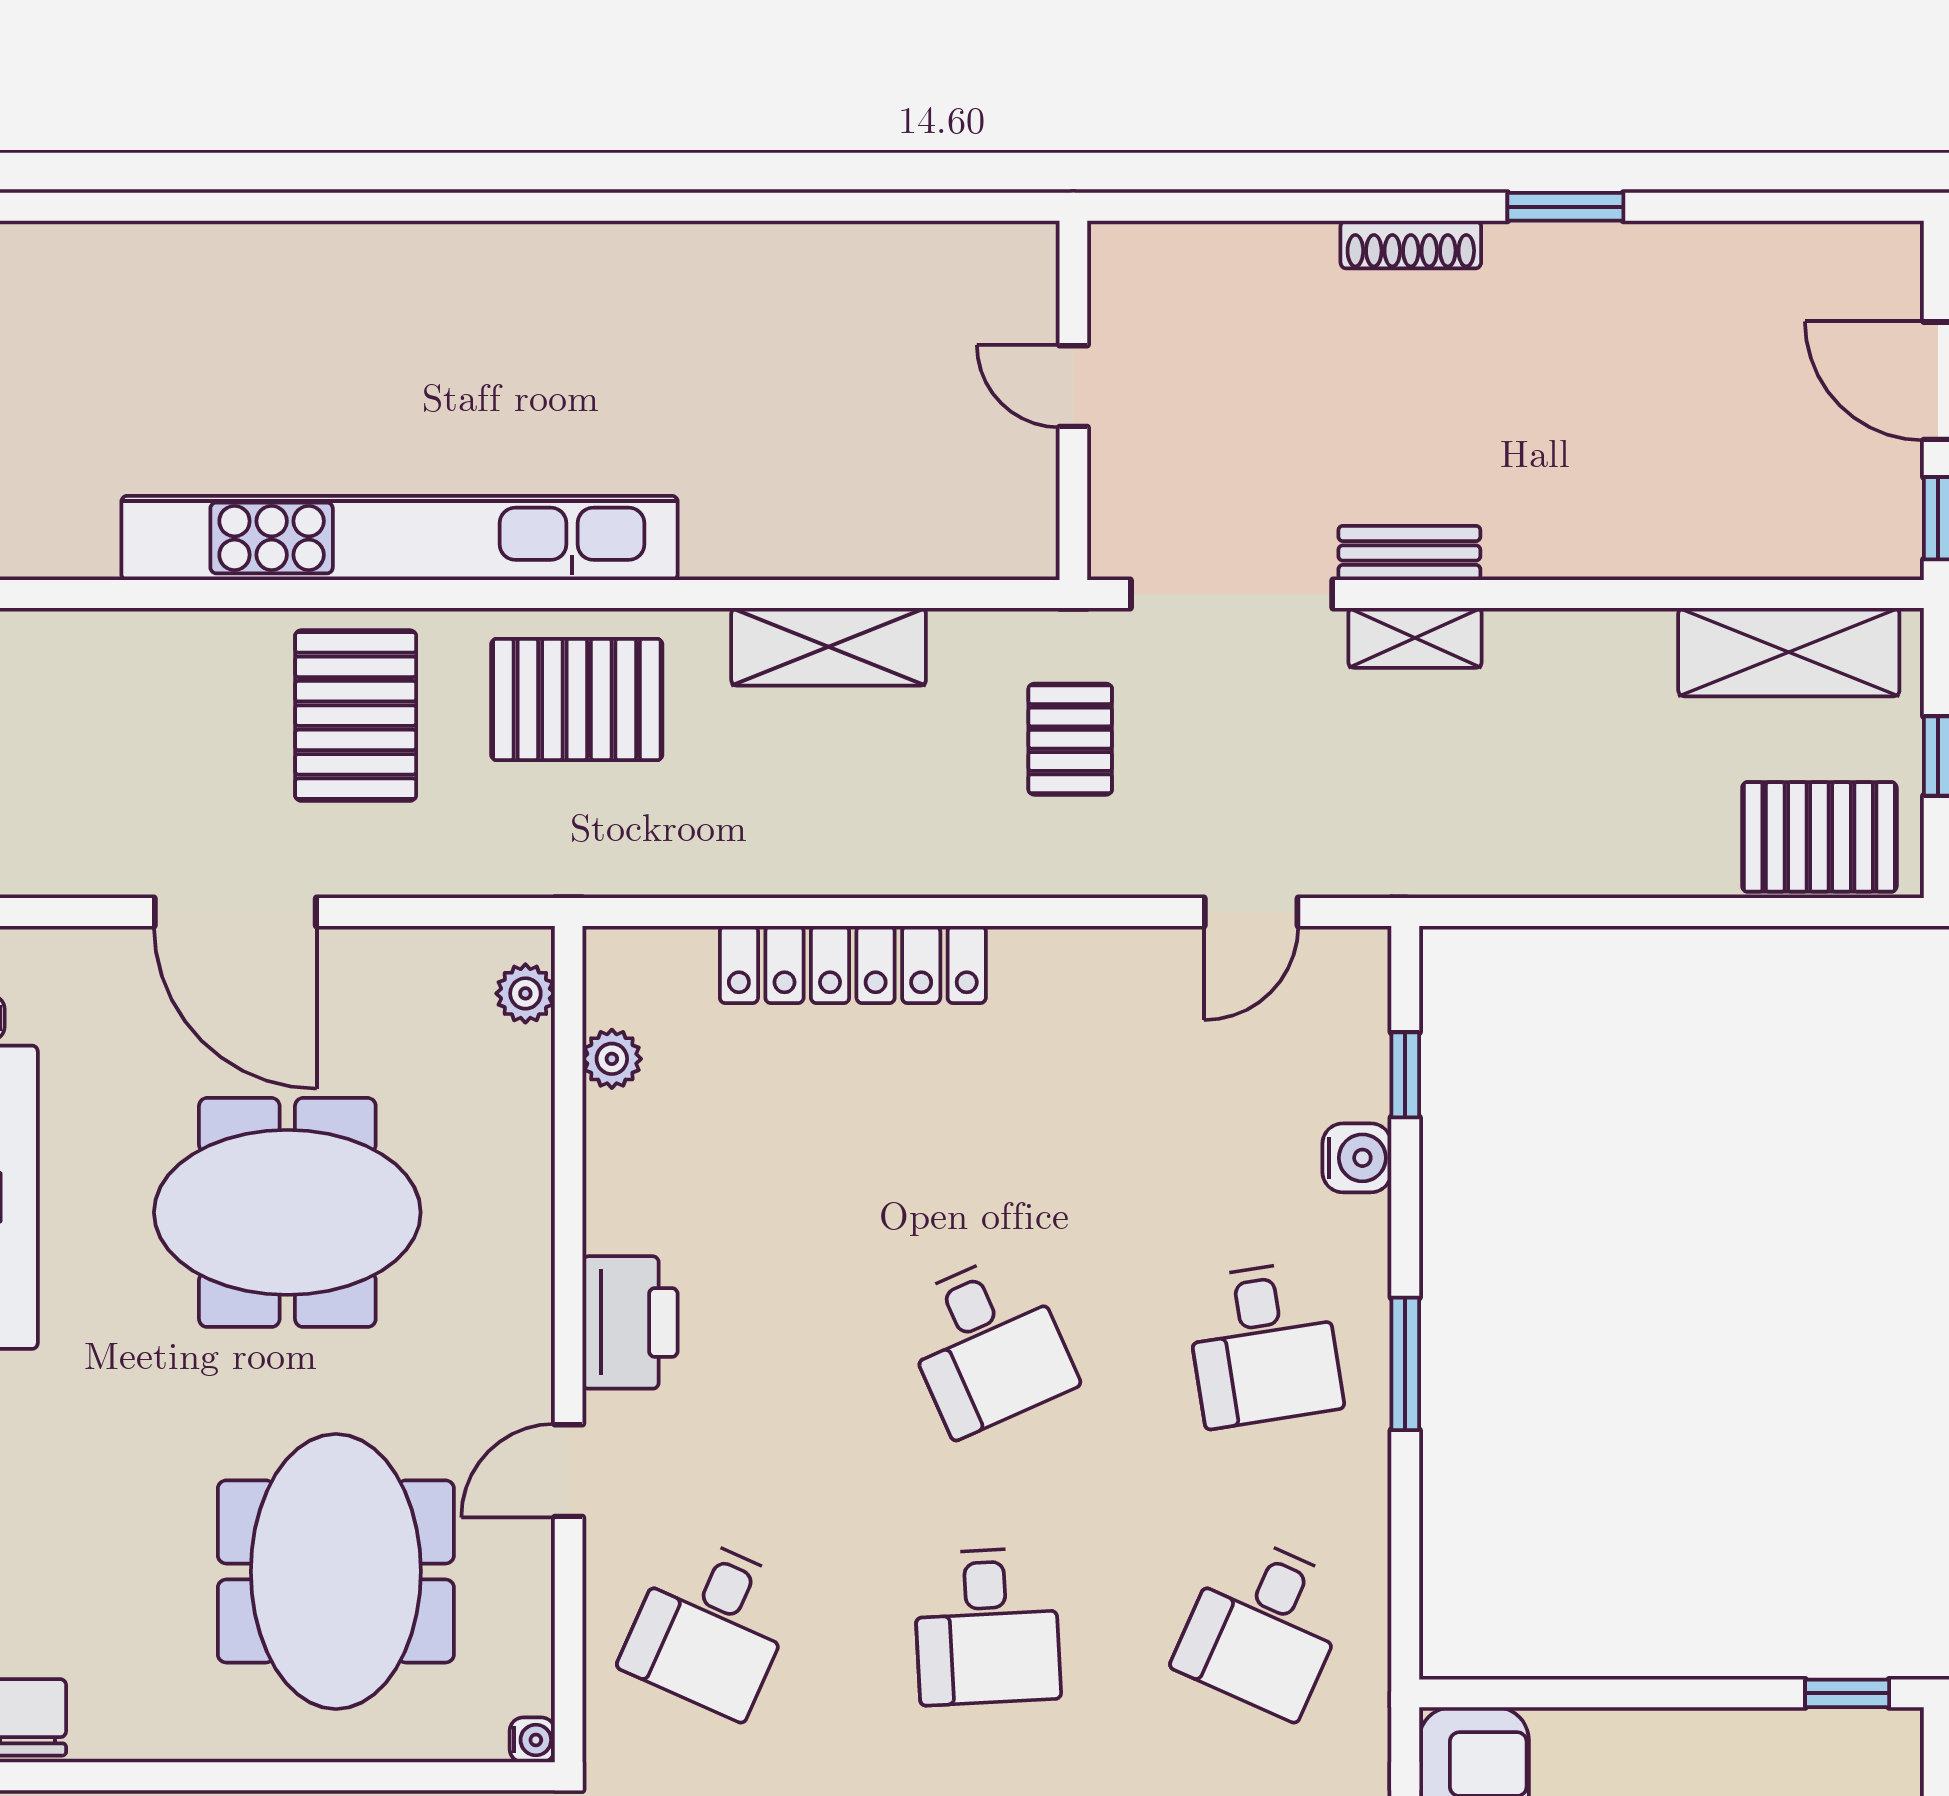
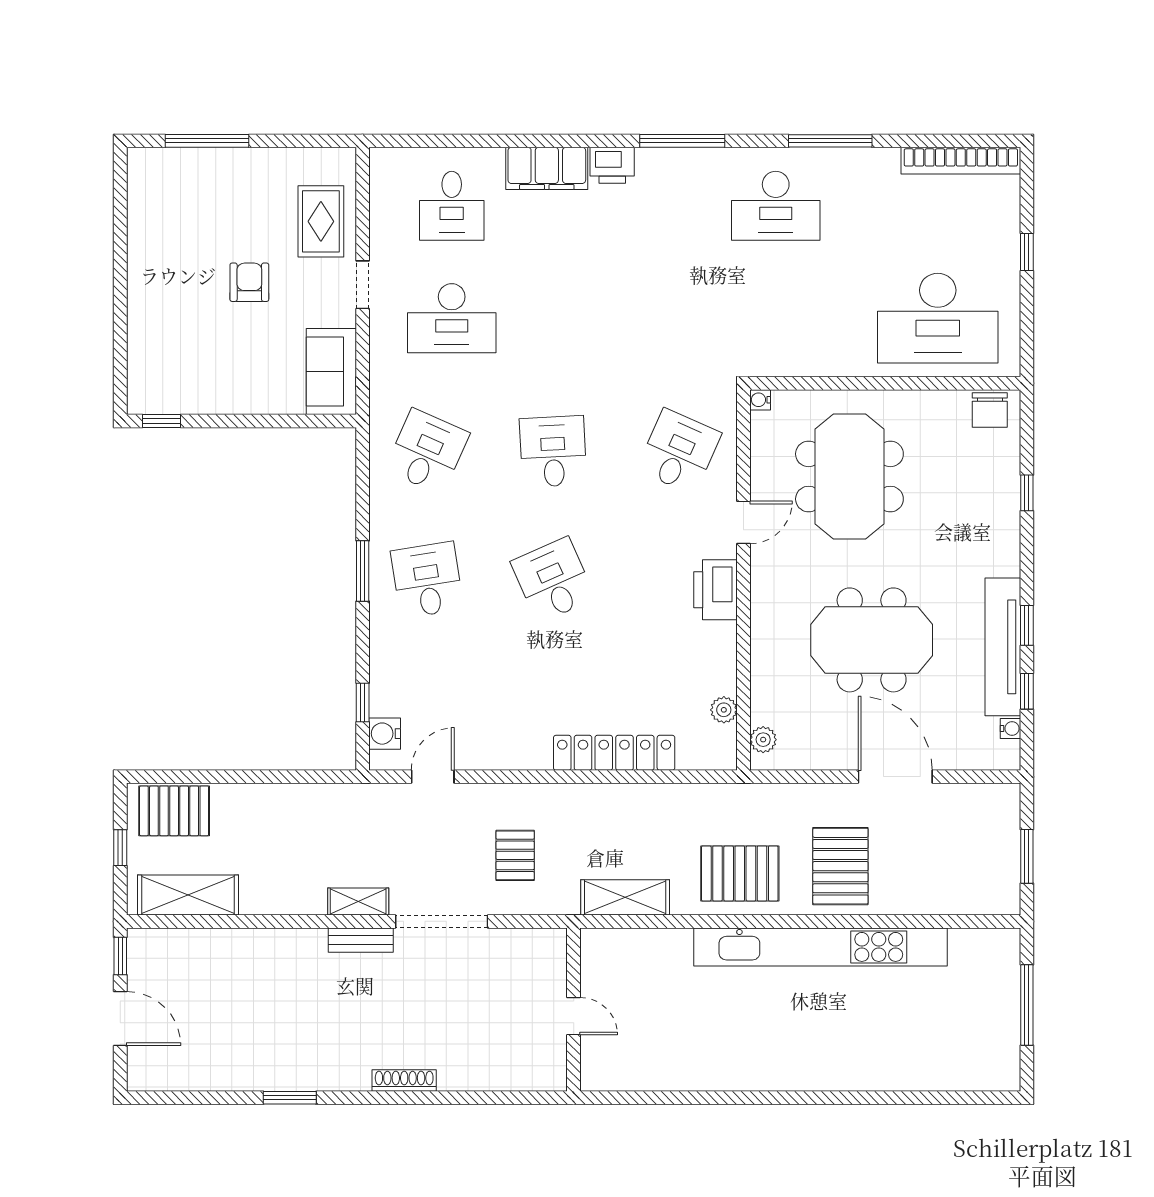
shoe rack: (1411, 244) -> (404, 1081), moved
door: (1073, 386) -> (574, 1016), moved
wall: (1073, 400) -> (574, 1010), moved
water cooler: (1357, 1158) -> (385, 734), moved

